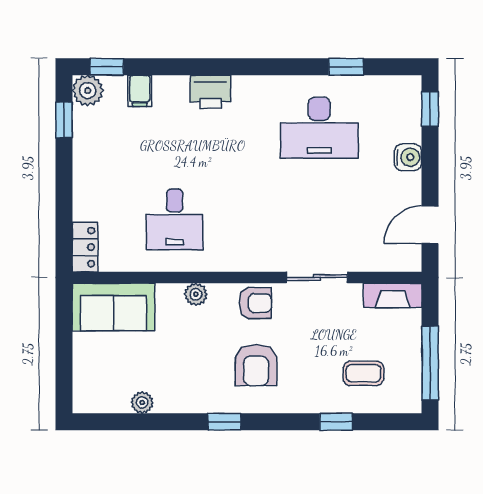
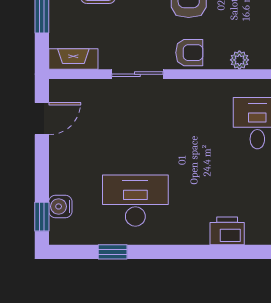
water cooler: (408, 157) -> (60, 206), moved
armchair: (255, 303) -> (189, 53), turned 180

